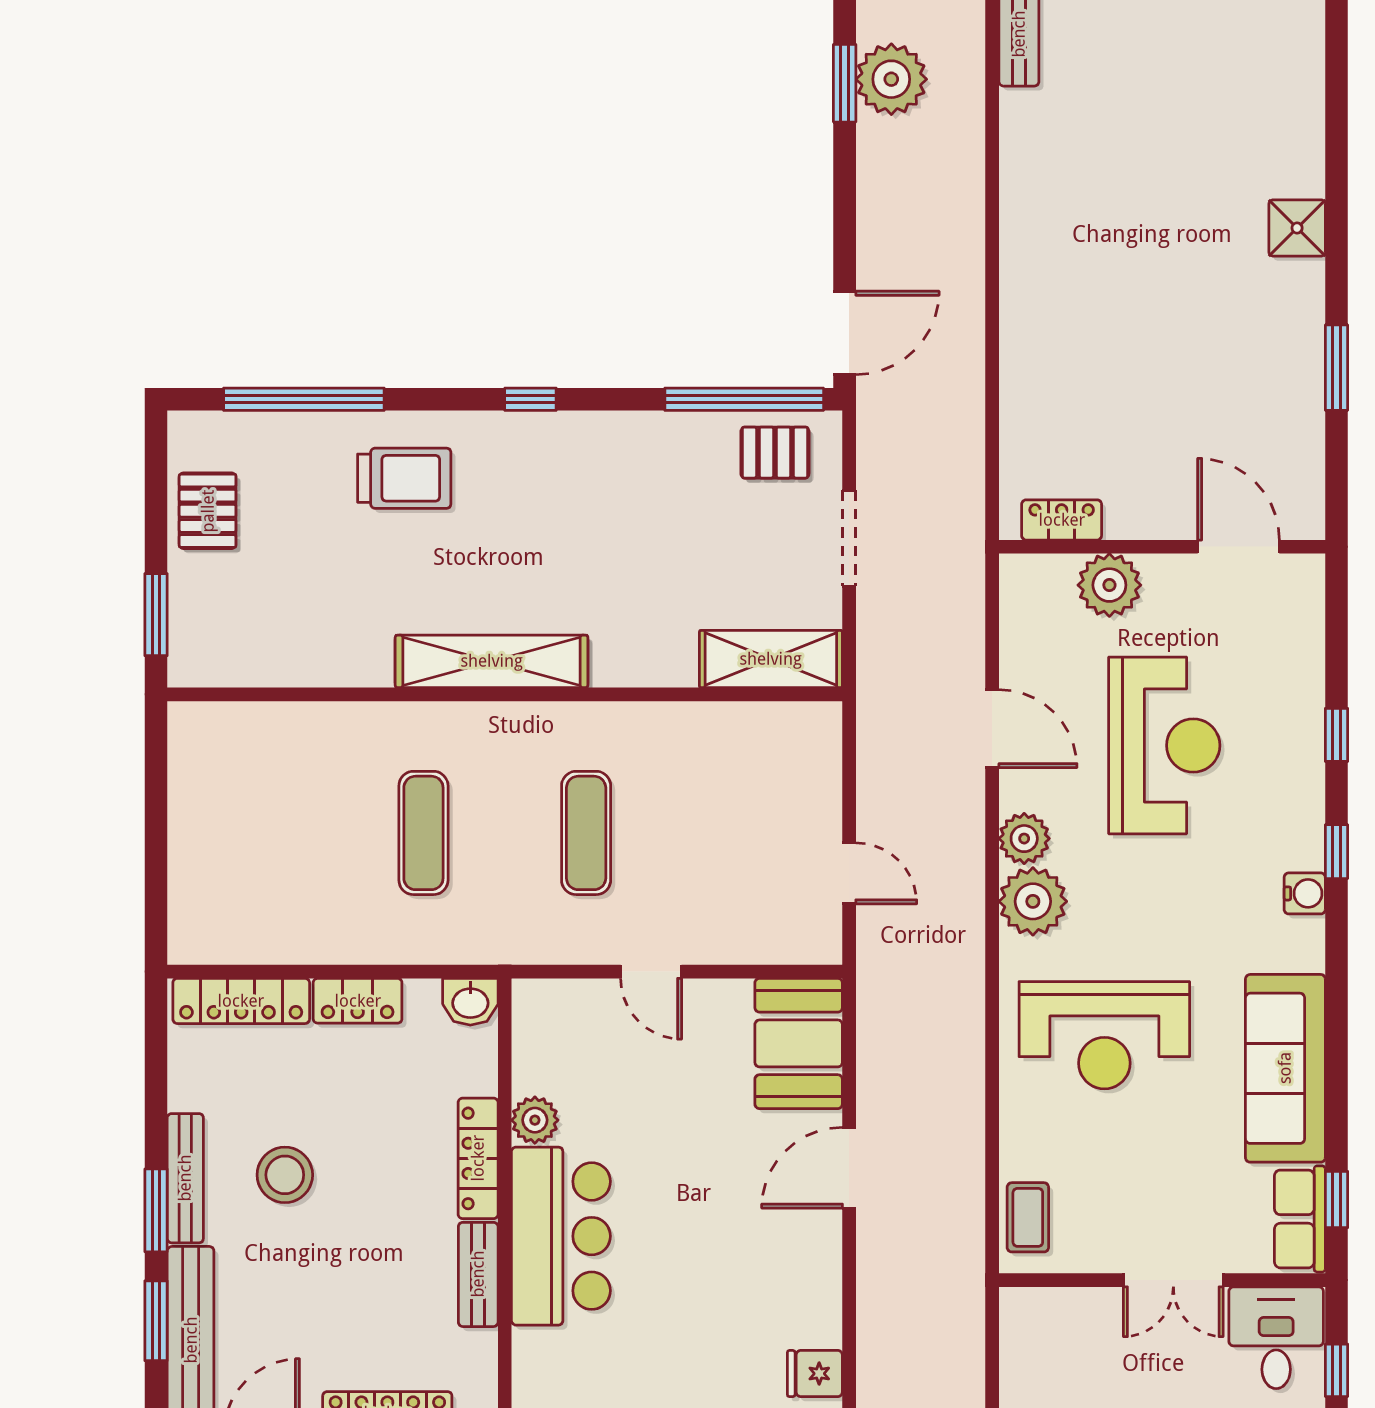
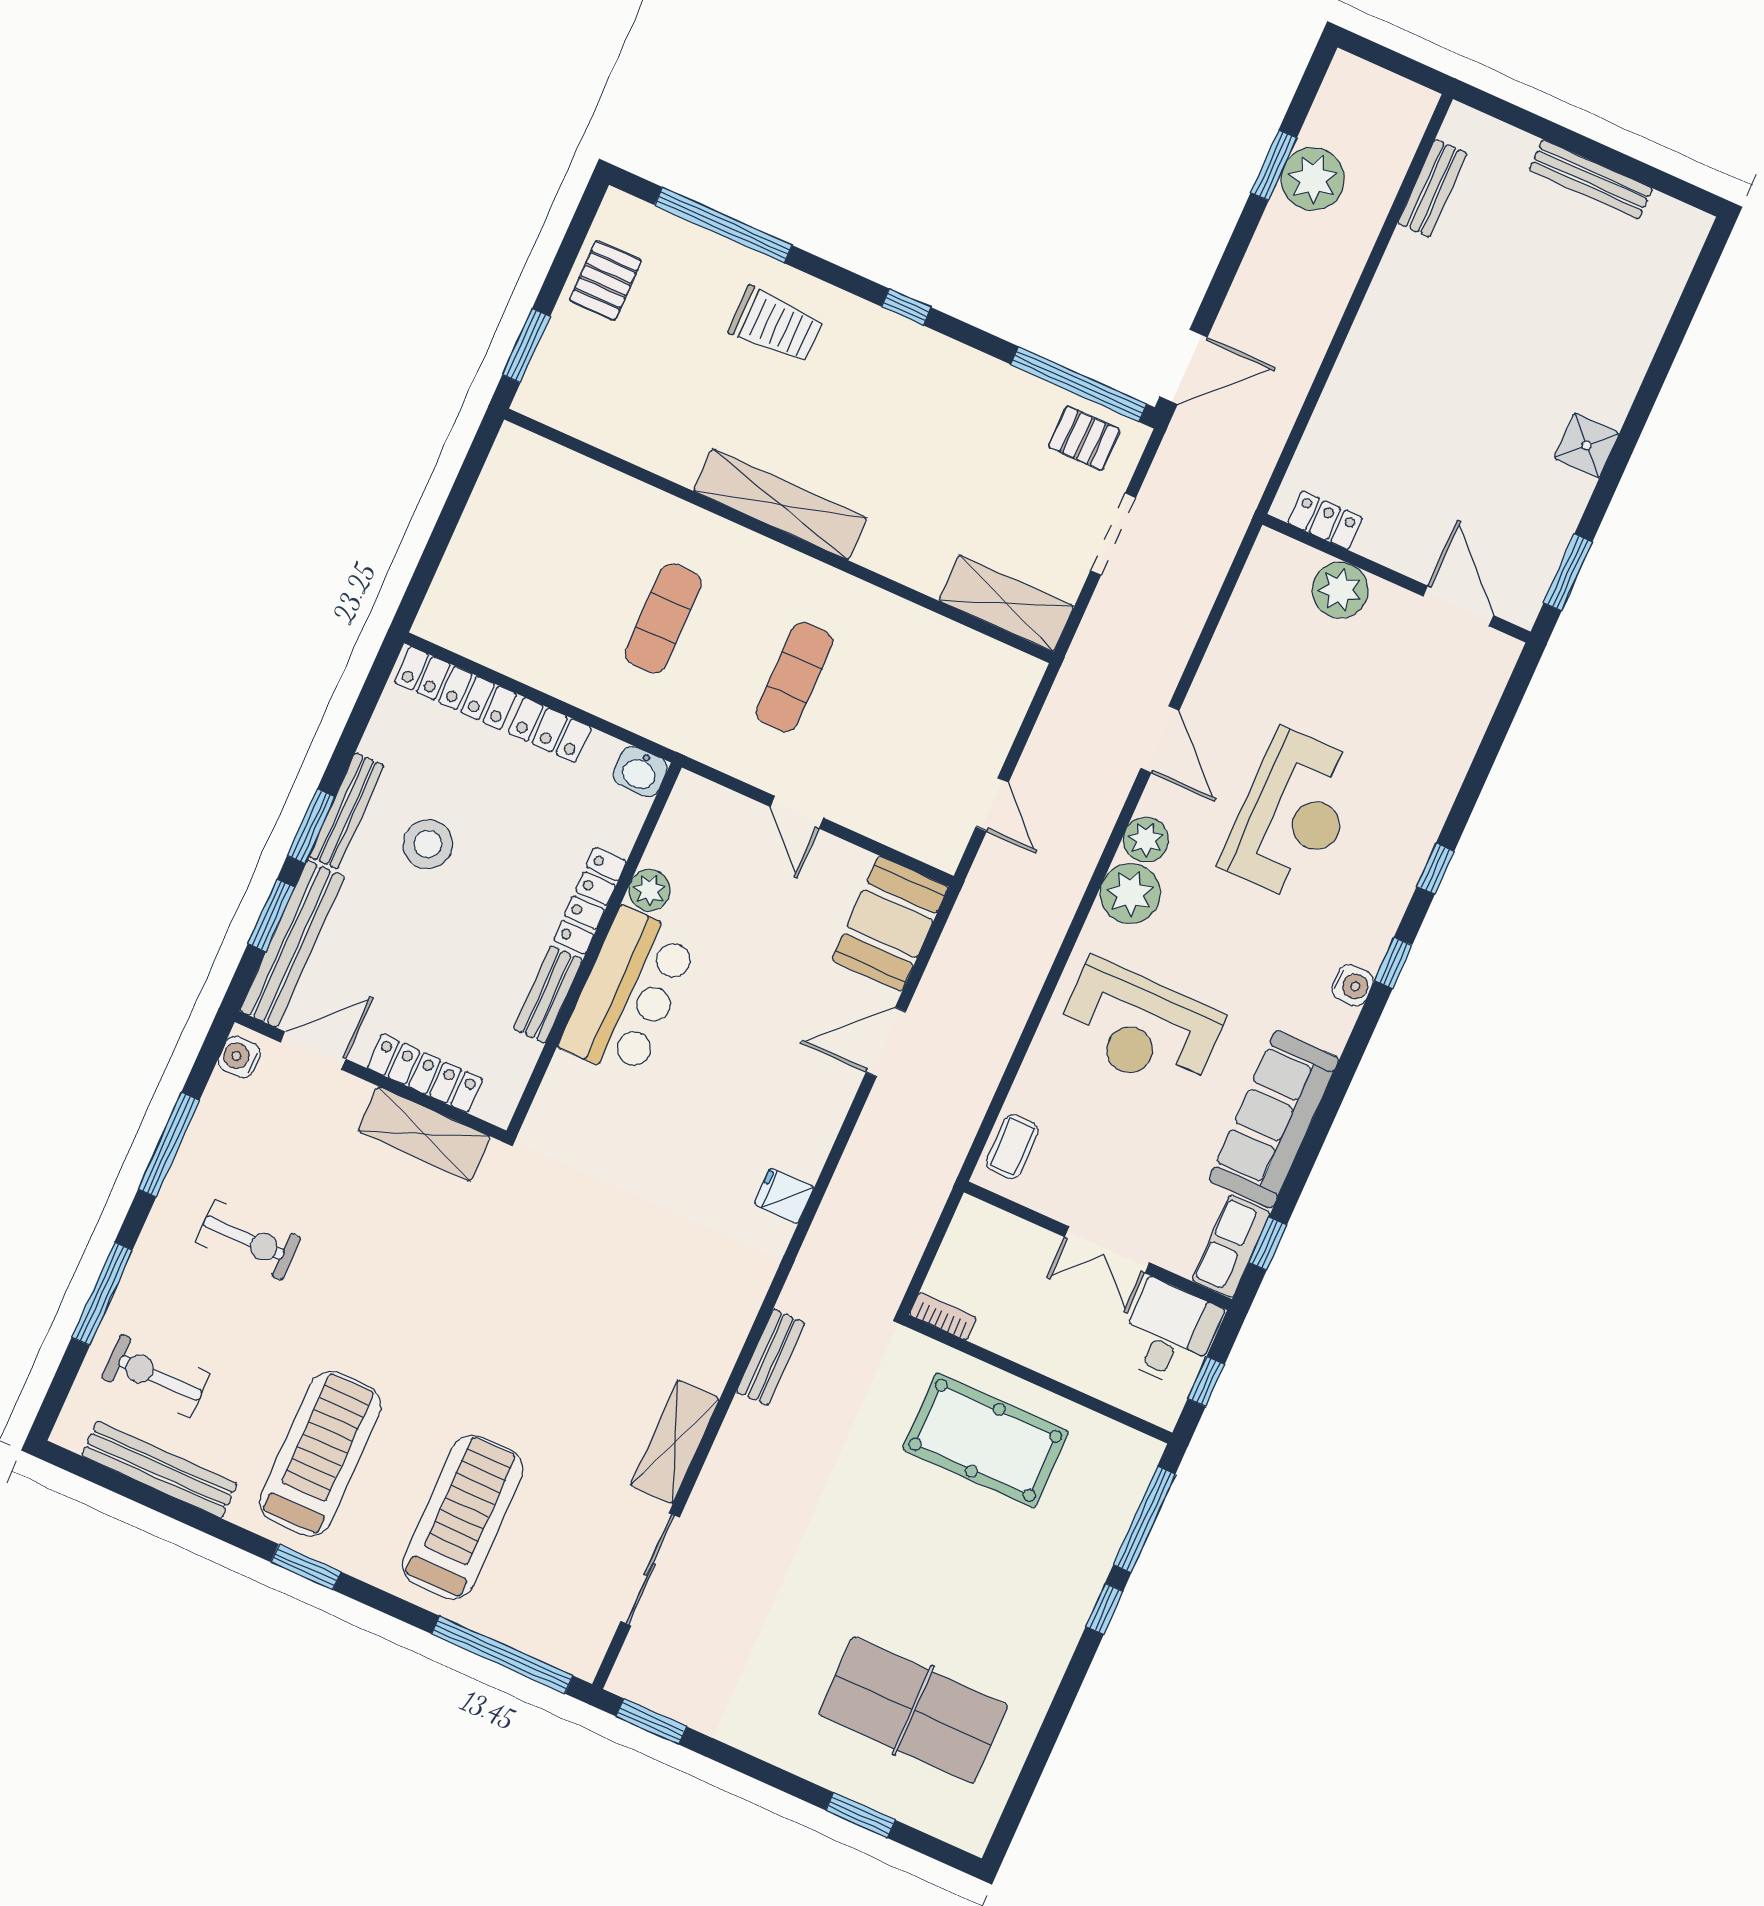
locker: (1062, 520) -> (1325, 520), moved
wall: (1162, 547) -> (1396, 578), moved
door: (1239, 547) -> (1458, 606), moved
plant: (1109, 585) -> (1340, 590), moved

